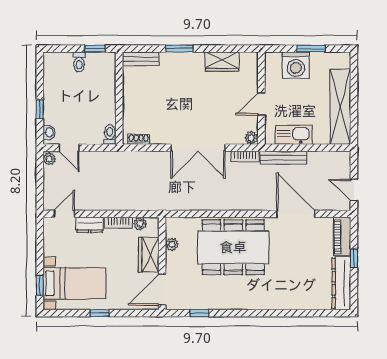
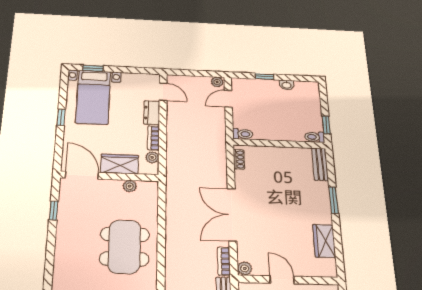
toilet: (79, 62) -> (315, 137), moved
washbasin: (49, 132) -> (287, 85), moved
dining table: (233, 247) -> (125, 247), width x0.73, depth x0.80

